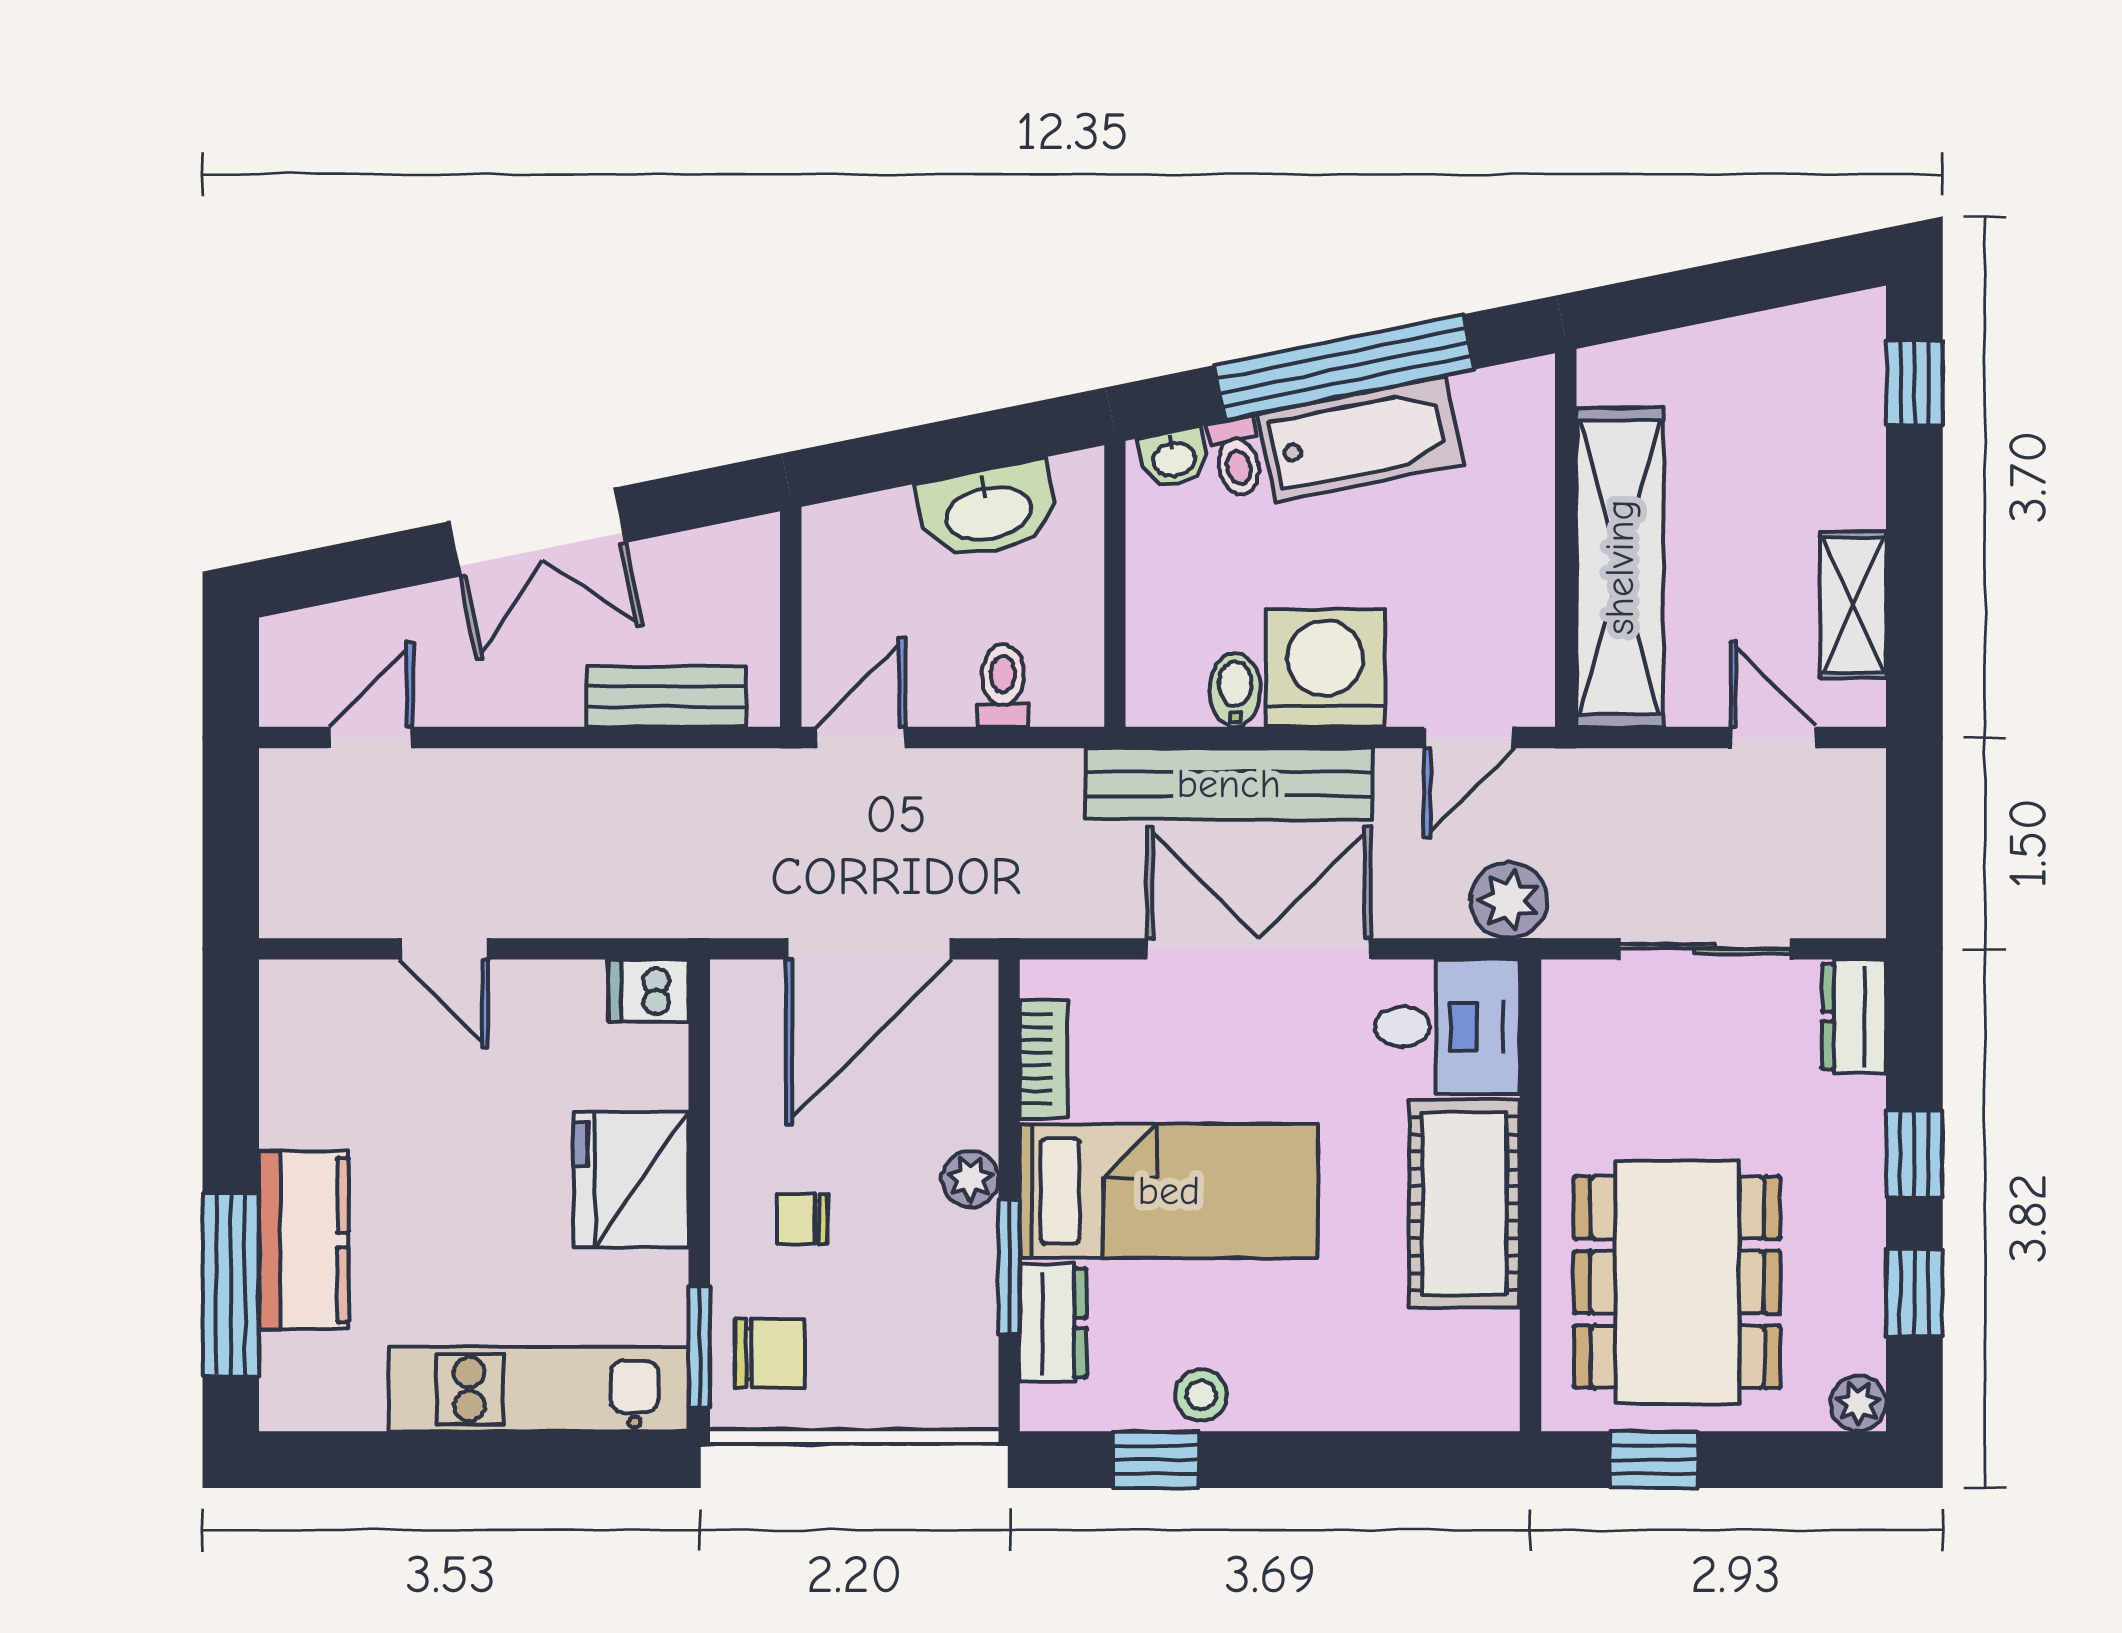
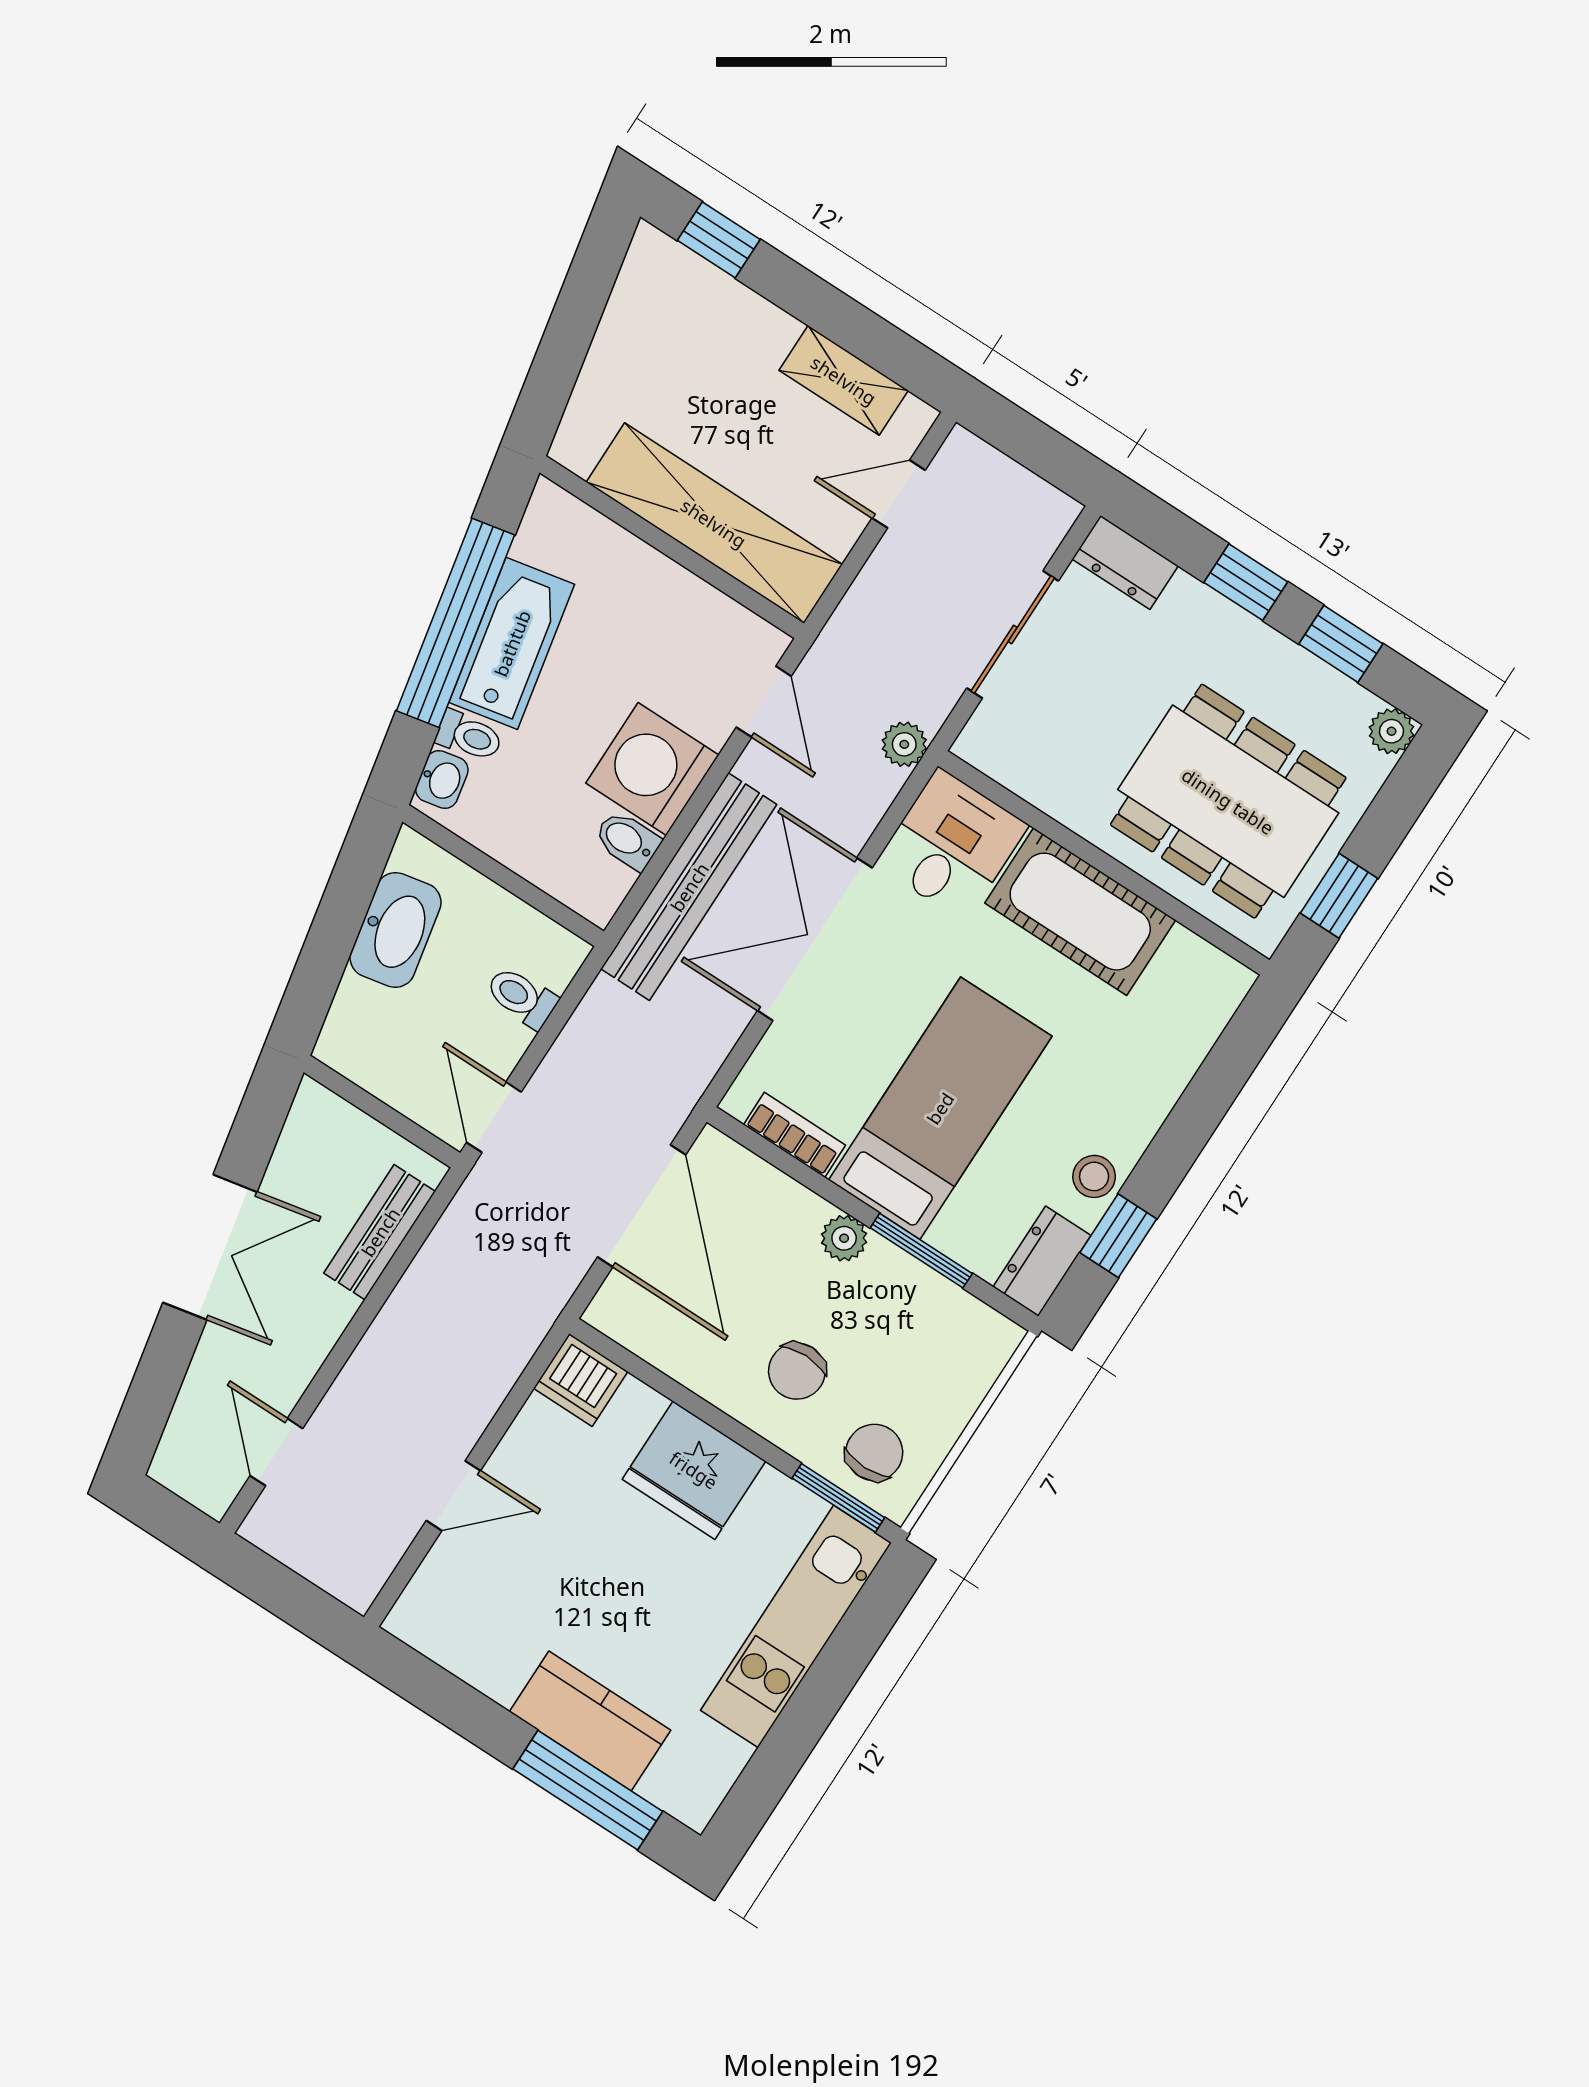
plant: (1509, 900) -> (904, 744), width x0.73, depth x0.73
dishwasher: (648, 991) -> (581, 1380), width x1.38
chair: (802, 1219) -> (797, 1371), width x1.37, depth x1.37
dresser: (1053, 1323) -> (1042, 1261), moved, turned -90

